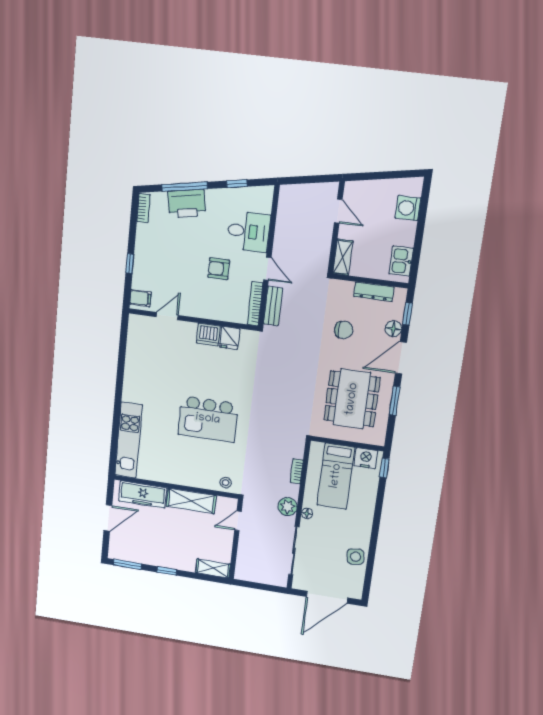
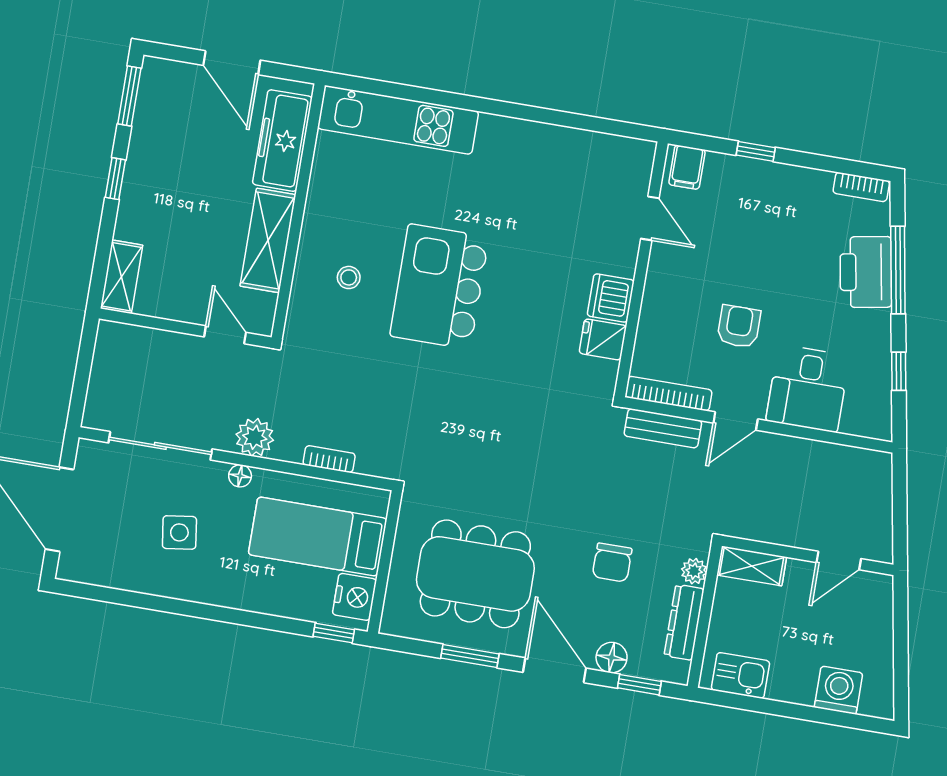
plant: (347, 287) -> (694, 571), added
stool: (226, 483) -> (349, 277), moved
side table: (355, 557) -> (179, 532), moved

